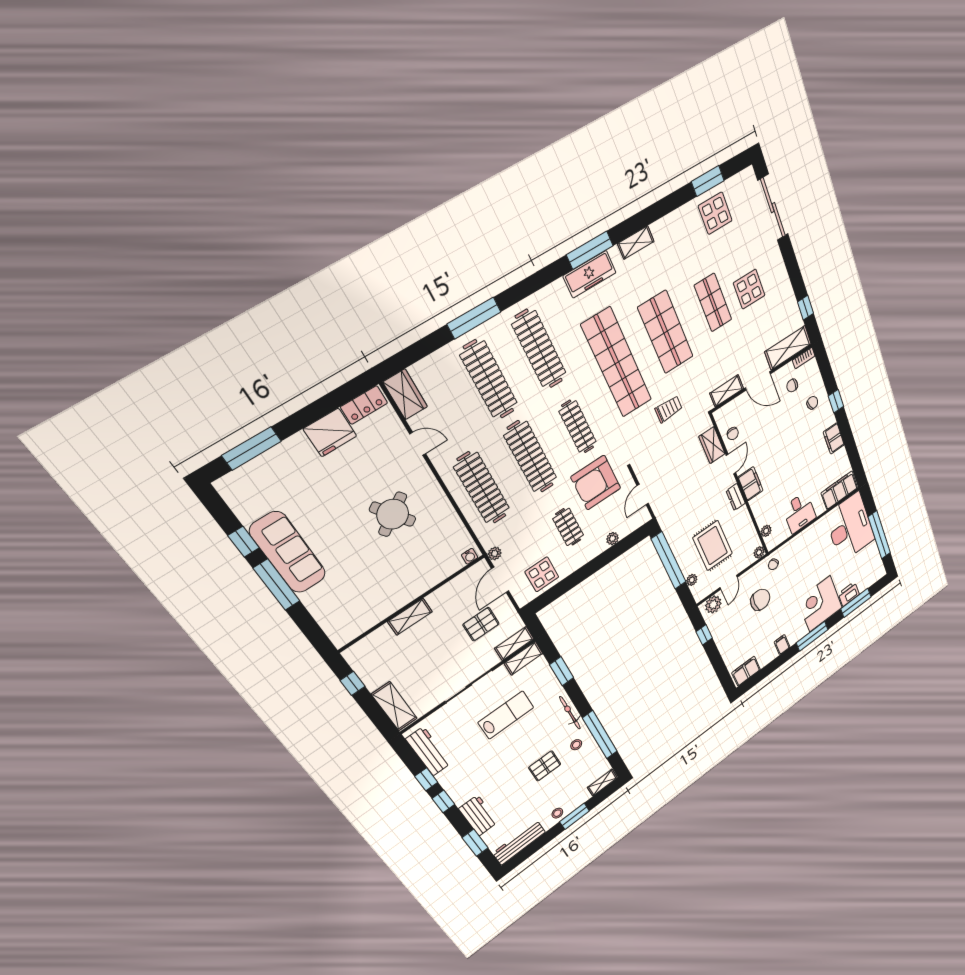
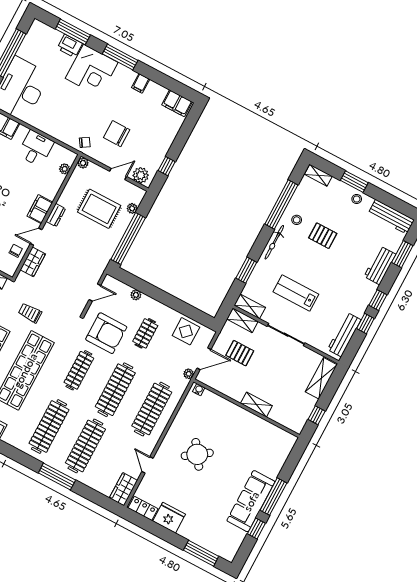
rug: (713, 546) -> (99, 209), turned 90

